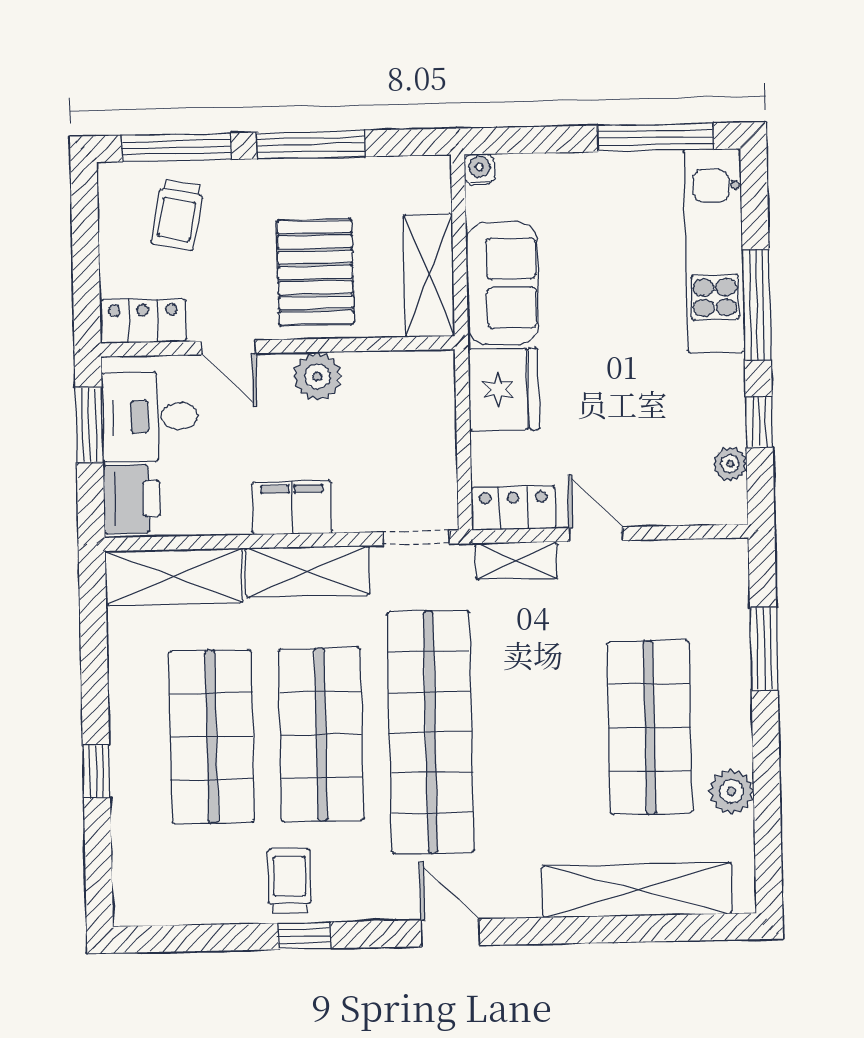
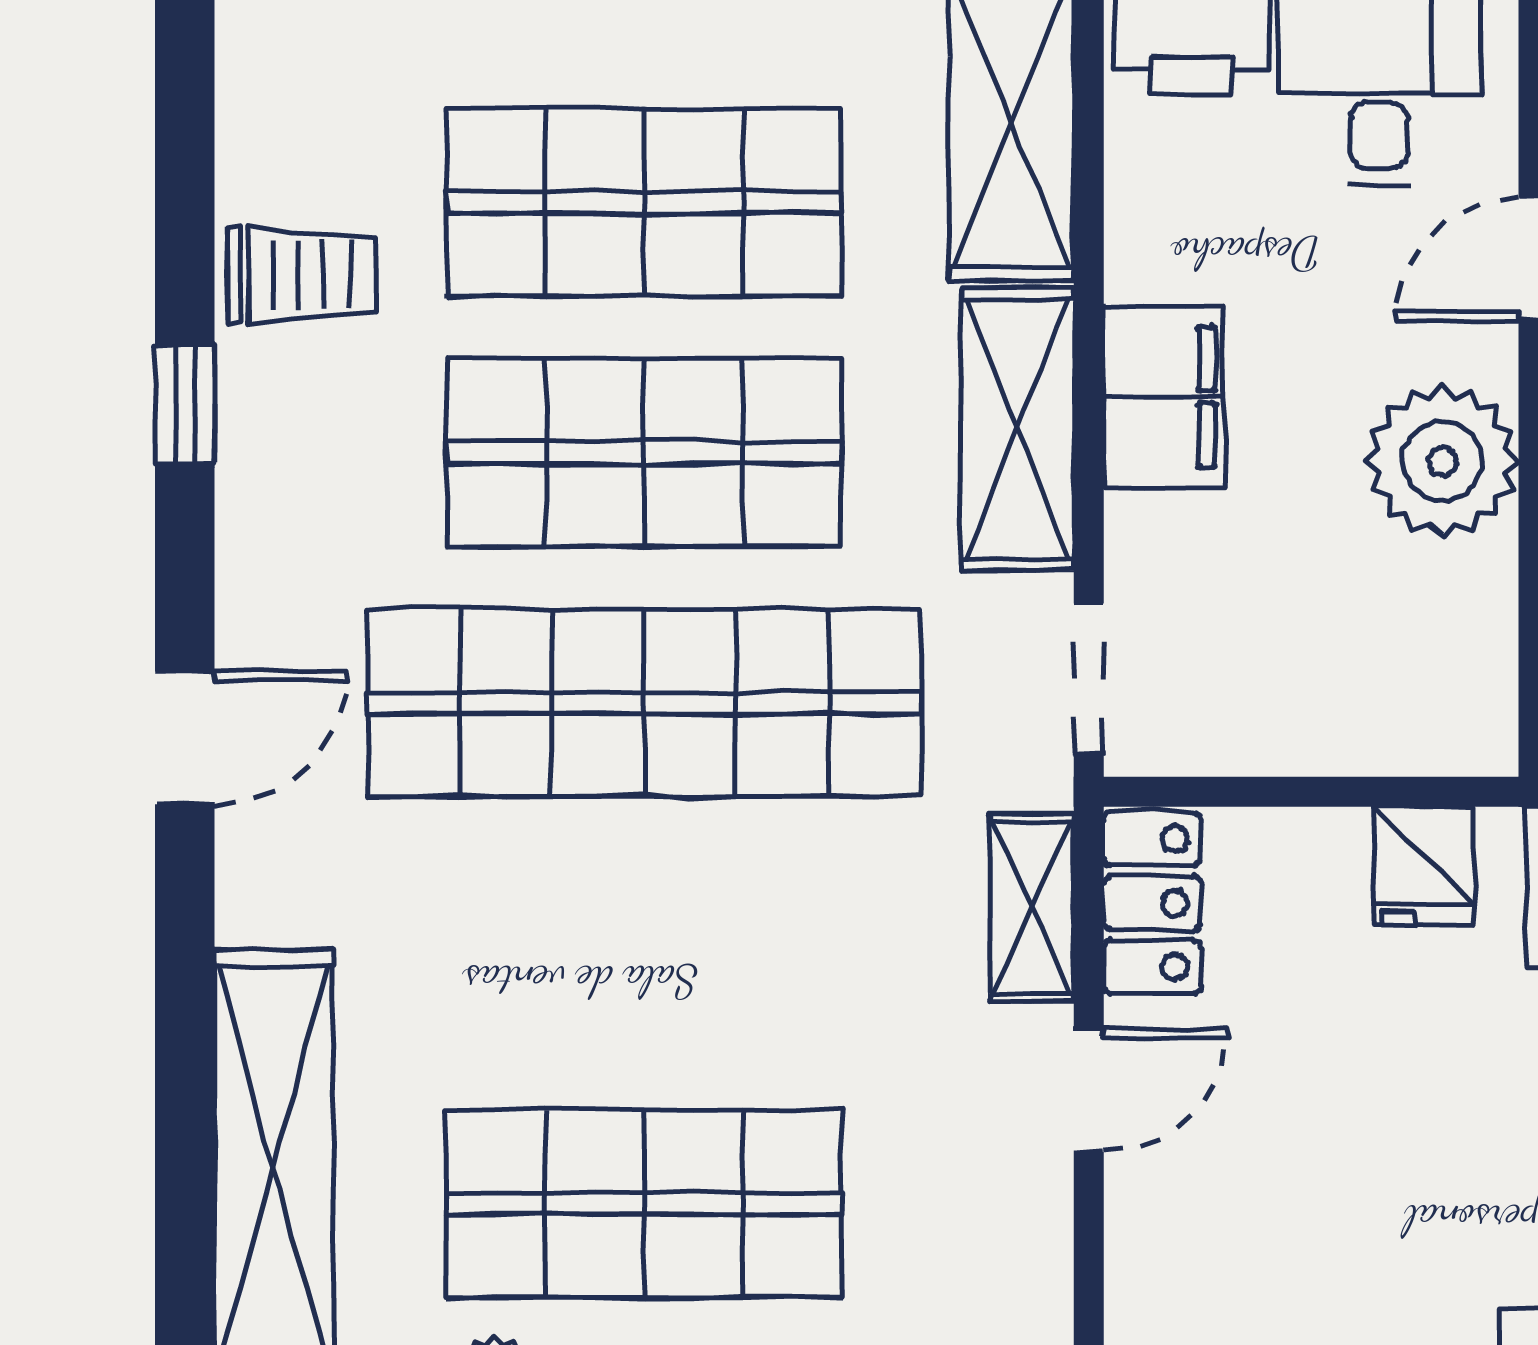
plant: (317, 376) -> (1442, 461), width x1.36, depth x1.36
fridge: (504, 389) -> (1424, 866), width x0.53, depth x0.75
trolley: (289, 881) -> (301, 275), moved

